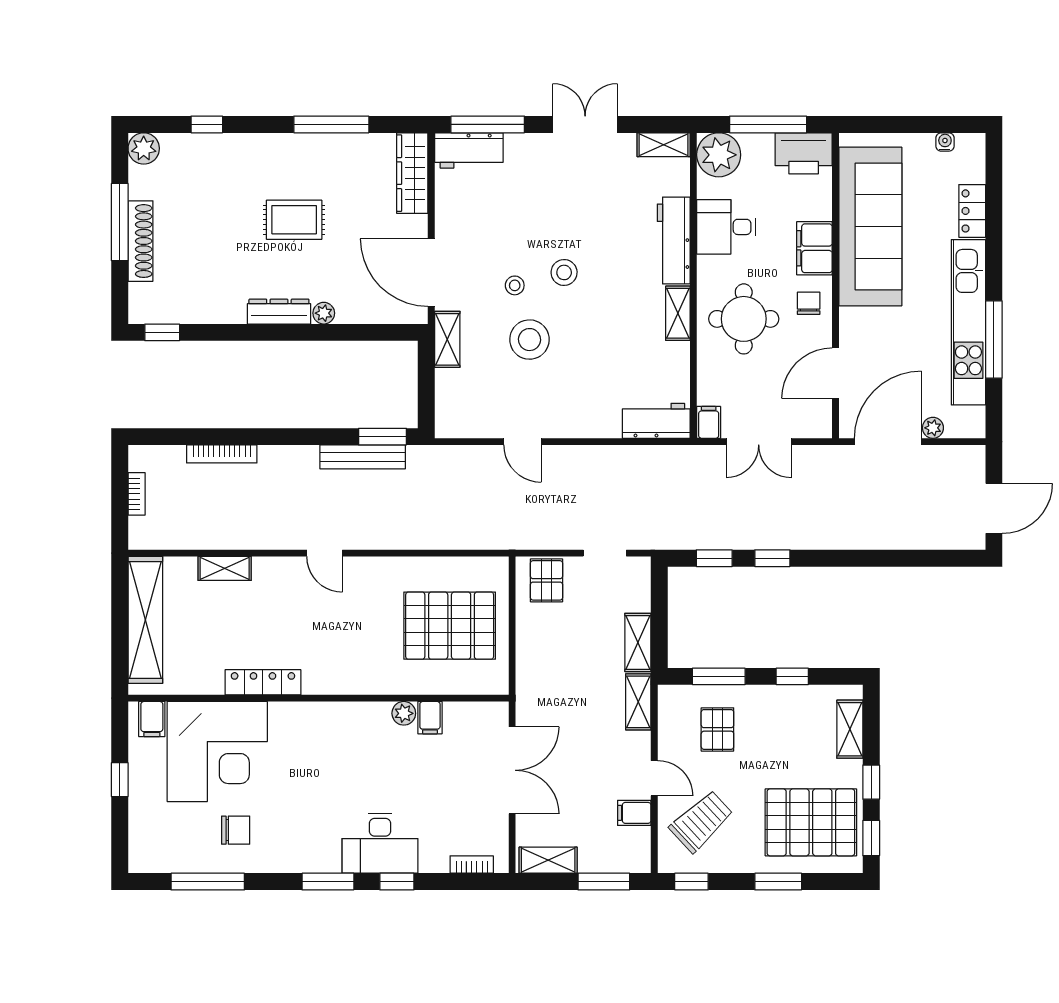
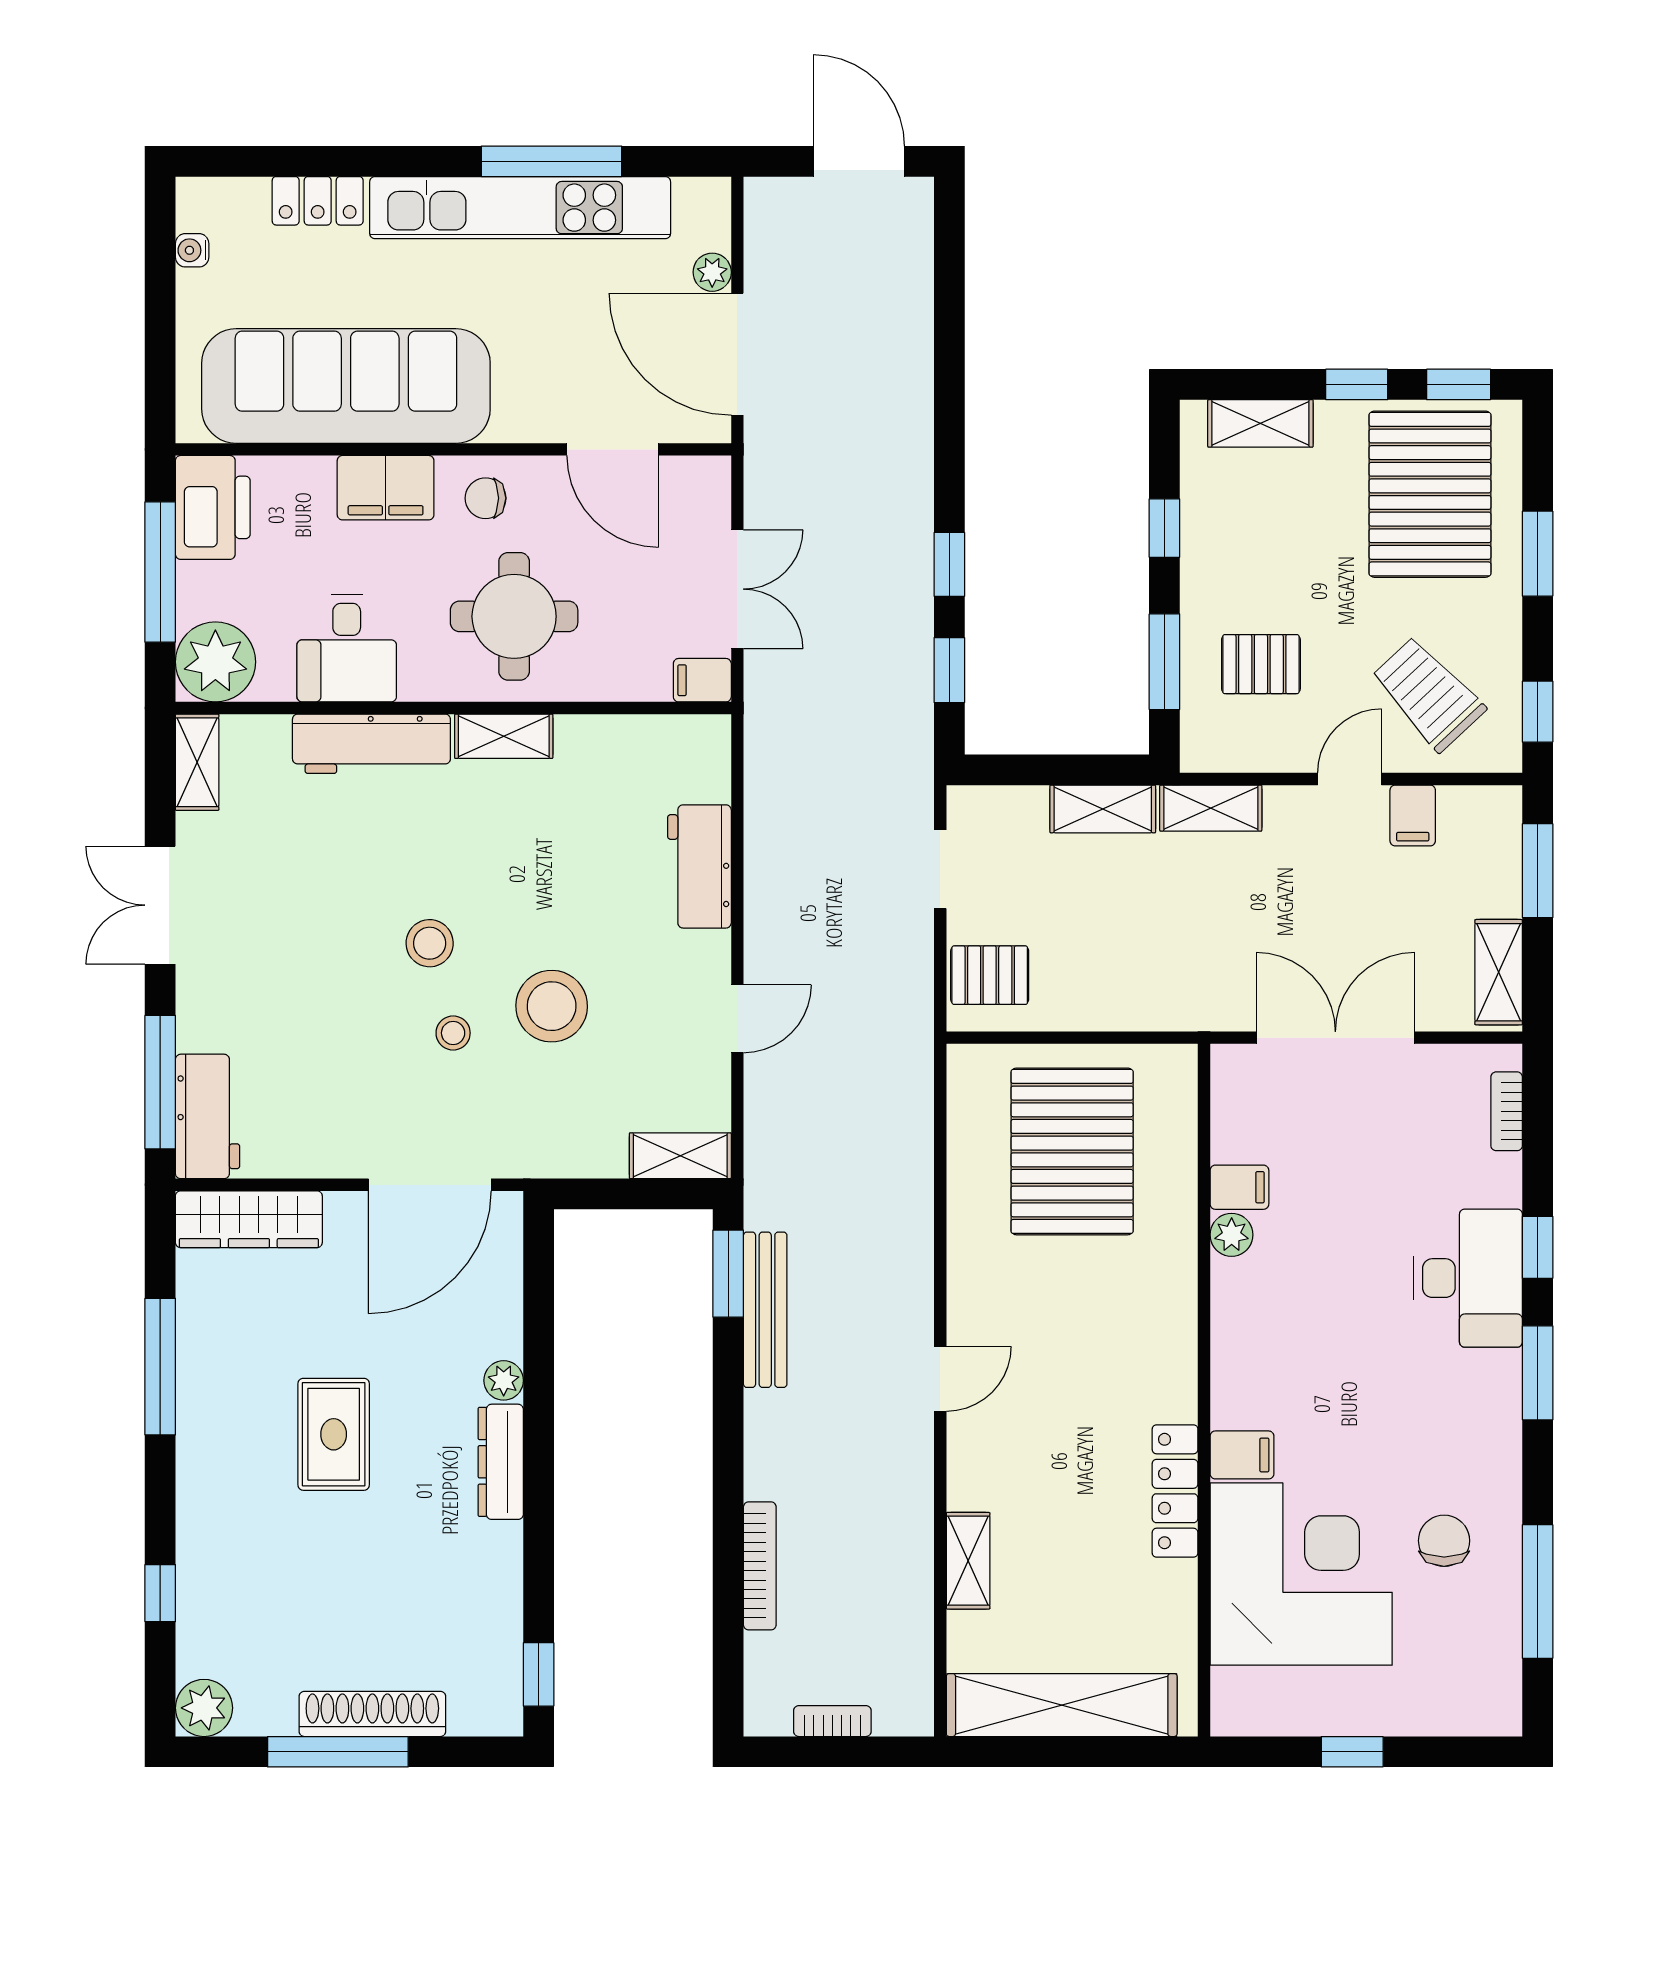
shelving: (447, 339) -> (680, 1156), moved
workbench: (656, 421) -> (699, 866), moved
filing cabinet: (152, 719) -> (1242, 1455), moved

